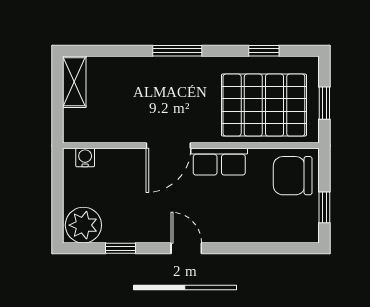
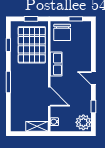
shelving: (74, 82) -> (37, 126), moved
door: (168, 146) -> (49, 97), moved
door: (186, 248) -> (93, 78), hinge flipped

